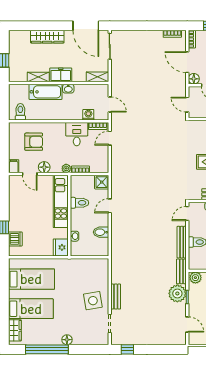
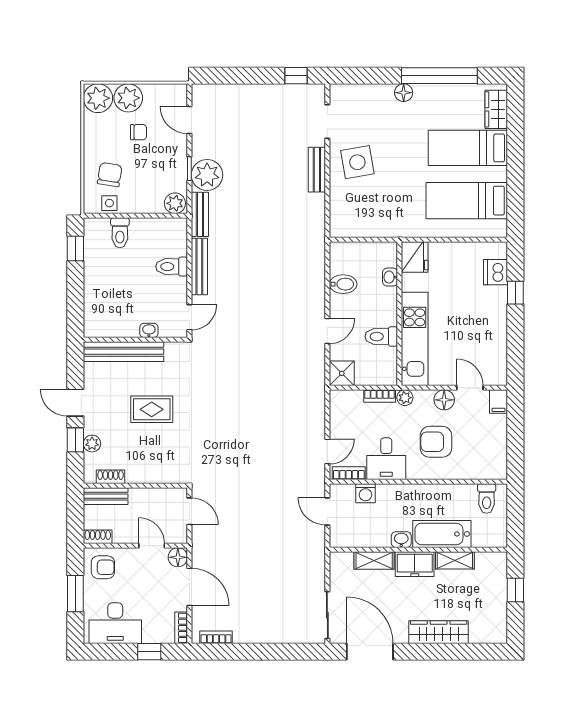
shelving: (97, 77) -> (374, 561), moved
armchair: (34, 142) -> (436, 442), moved

